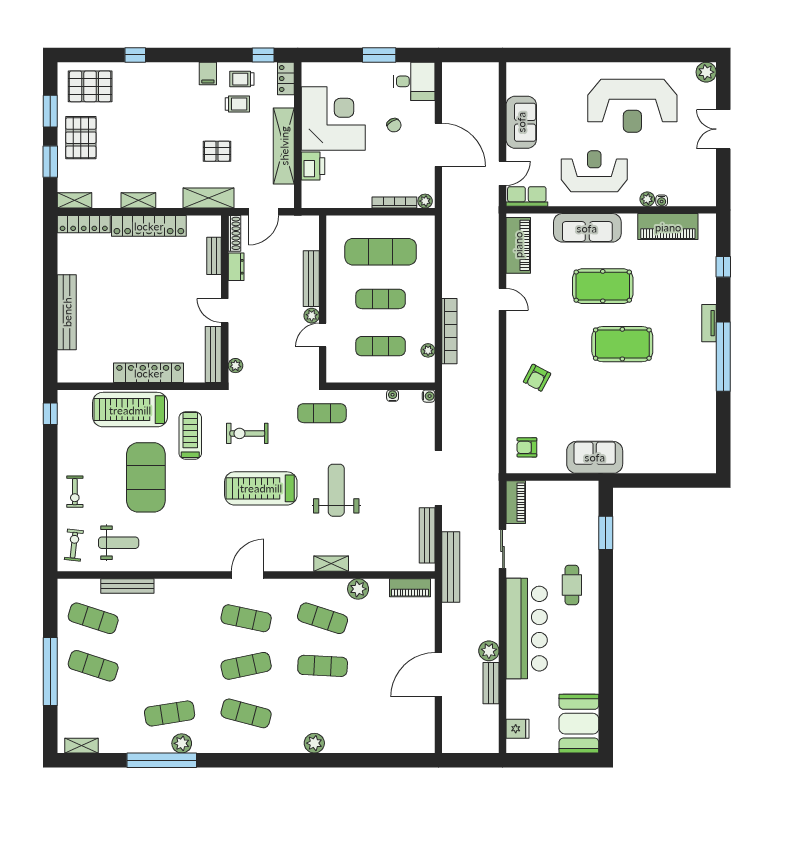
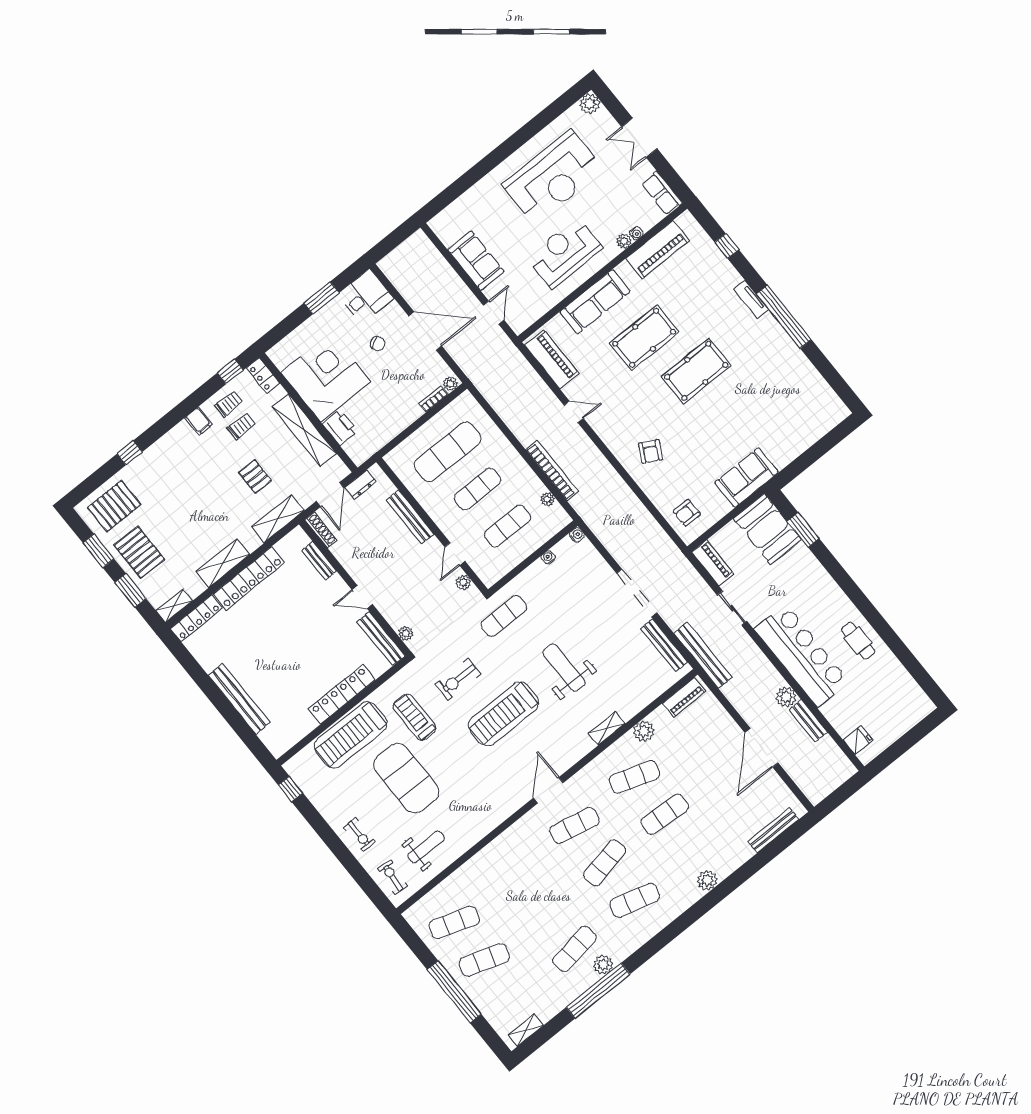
trolley: (242, 79) -> (229, 404), turned 180
pallet: (217, 151) -> (255, 476), turned 90
row of seats: (527, 196) -> (662, 193), moved, turned -90
shelving: (138, 200) -> (223, 563), width x1.50, depth x1.33
bookcase: (394, 202) -> (433, 399), width x0.64
dresser: (236, 267) -> (361, 485), moved, turned 90
plant: (312, 316) -> (463, 582), moved
cafe table: (572, 585) -> (858, 641), moved
bench: (127, 586) -> (773, 830), moved
booth: (579, 724) -> (768, 529), moved

